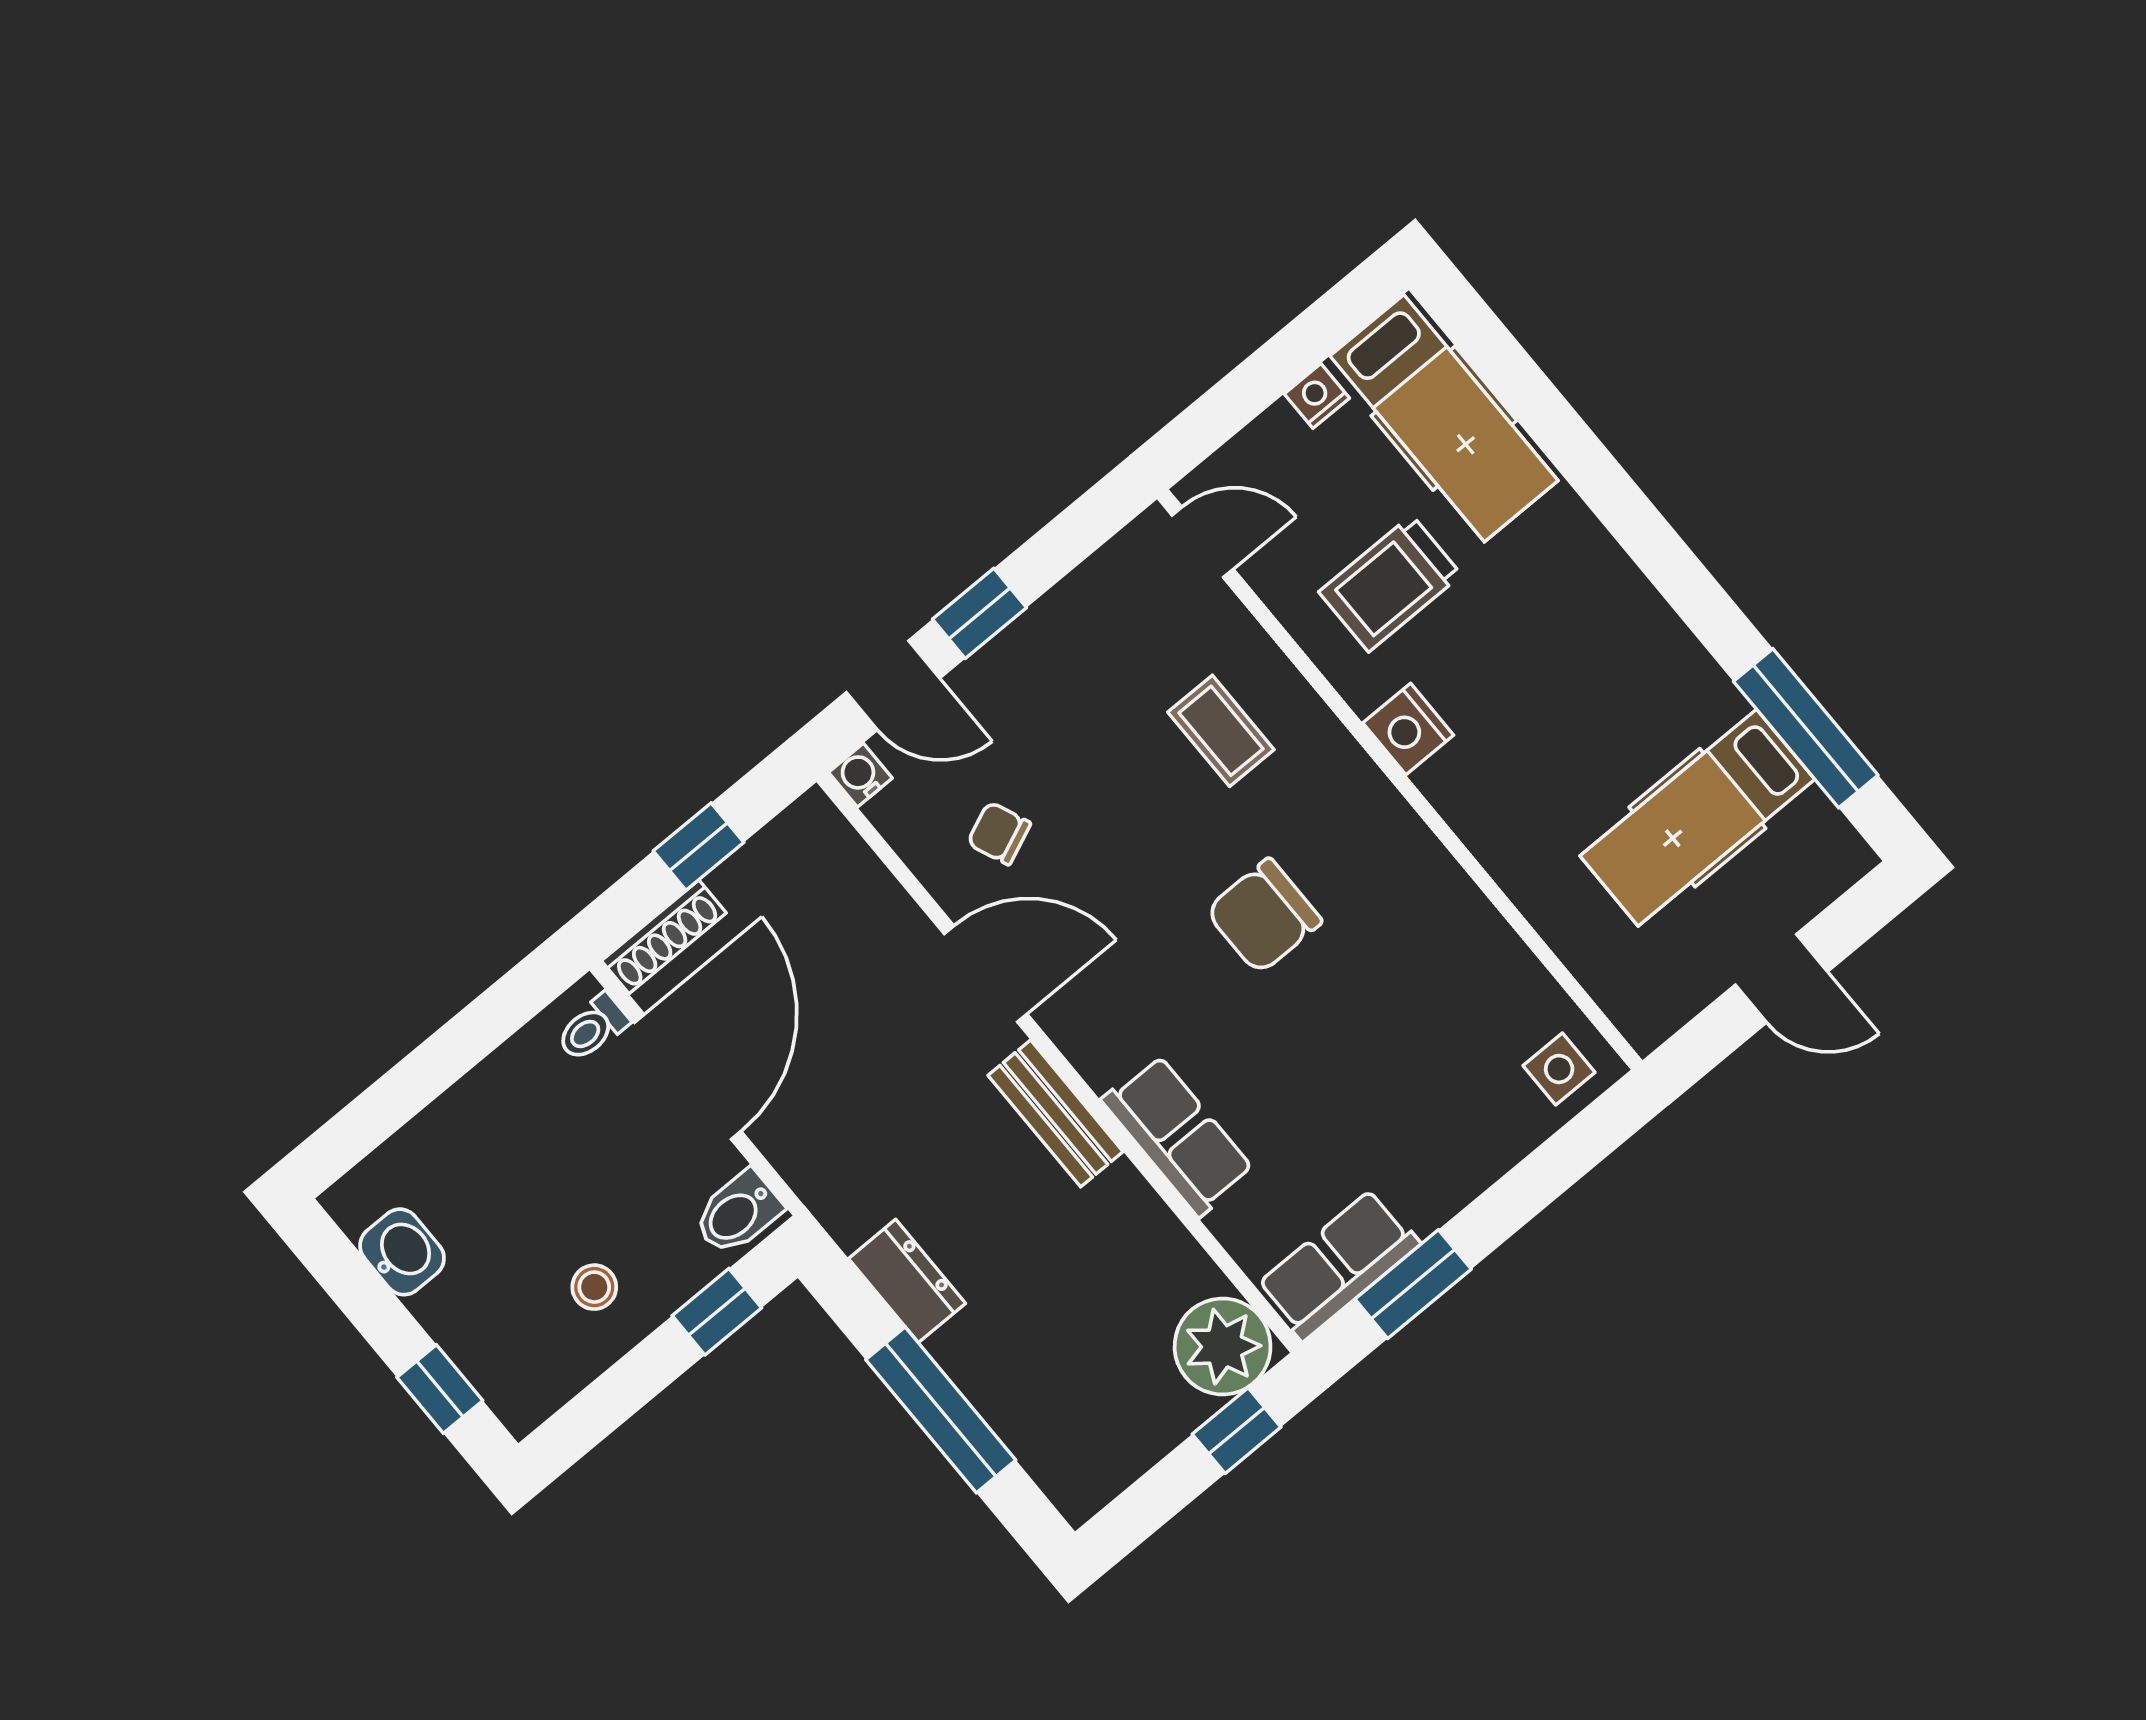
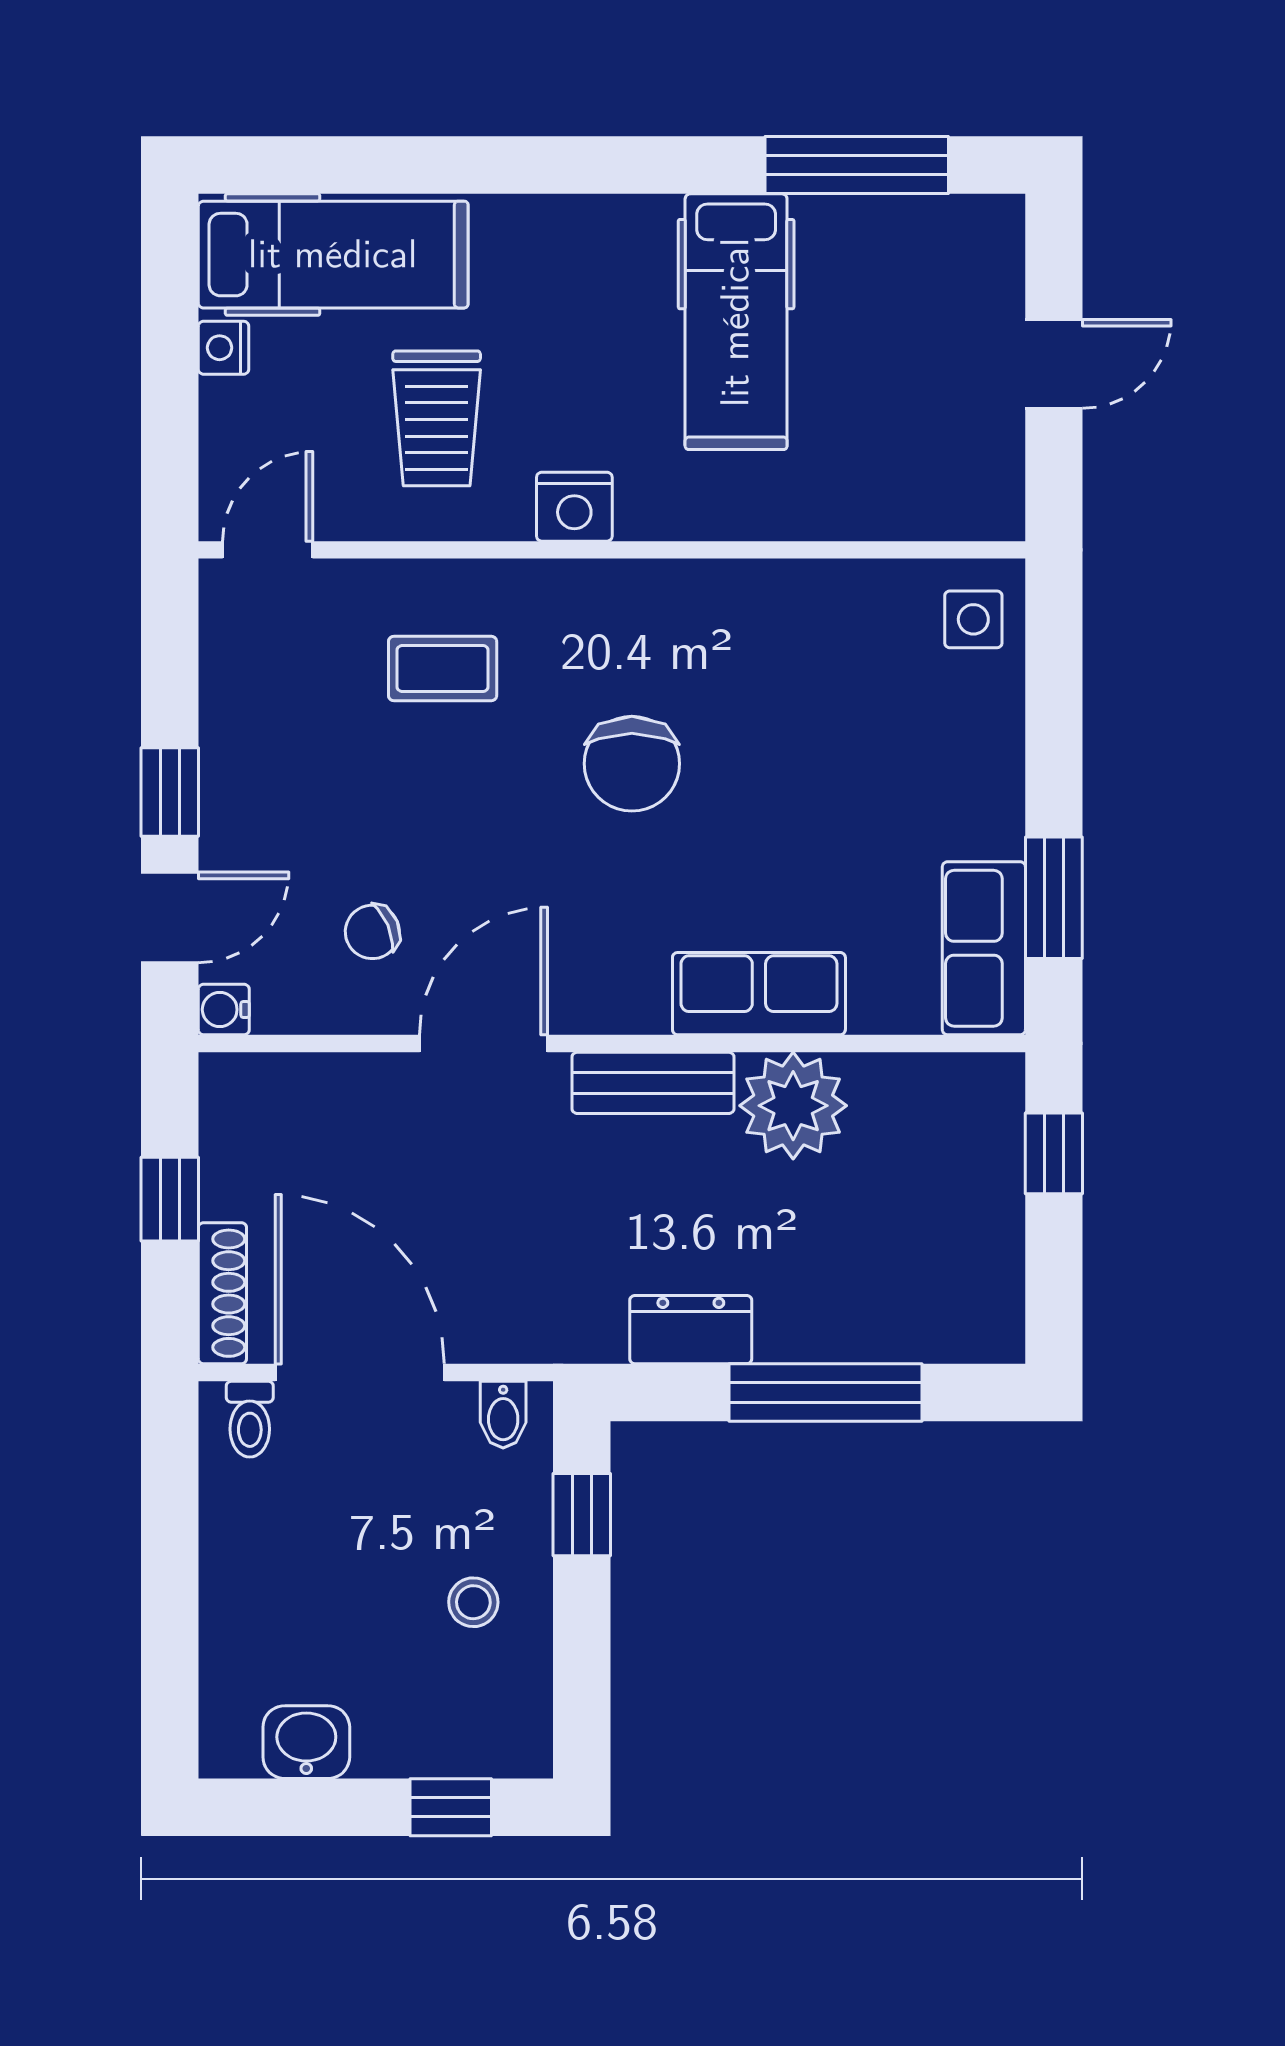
hospital bed: (1697, 818) -> (736, 322), moved
bidet: (738, 1213) -> (503, 1415), width x0.72, depth x0.74
plant: (1223, 1346) -> (793, 1106), moved

